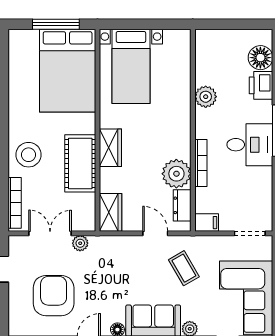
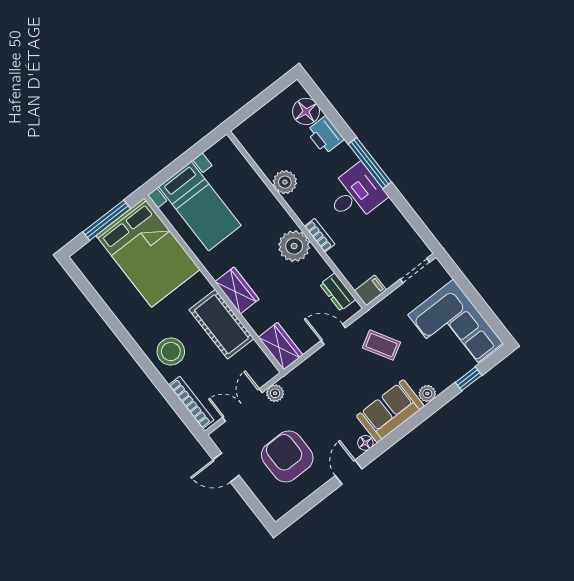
bookcase: (201, 163) -> (320, 235), width x0.64
plant: (176, 174) -> (294, 246), moved

